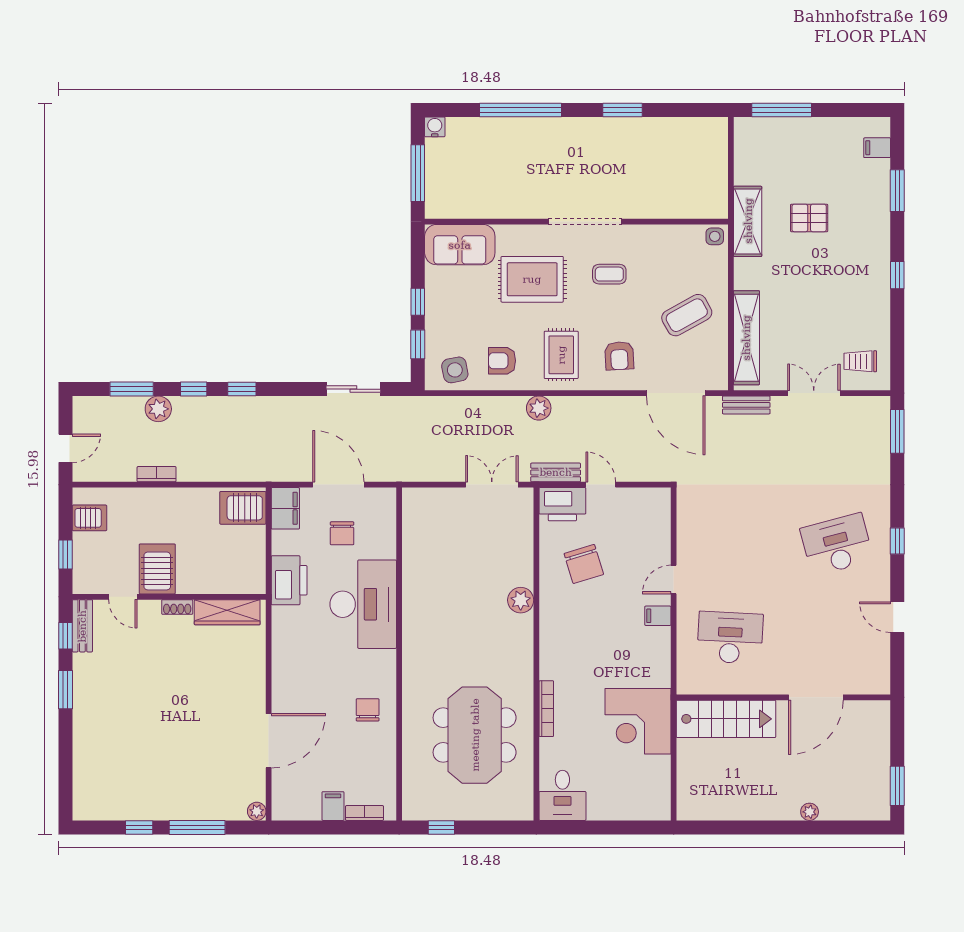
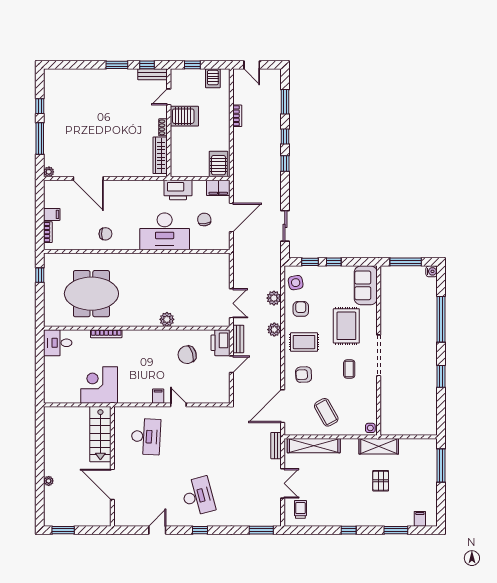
plant: (158, 409) -> (274, 298), moved
chair: (342, 533) -> (204, 220), turned 84

